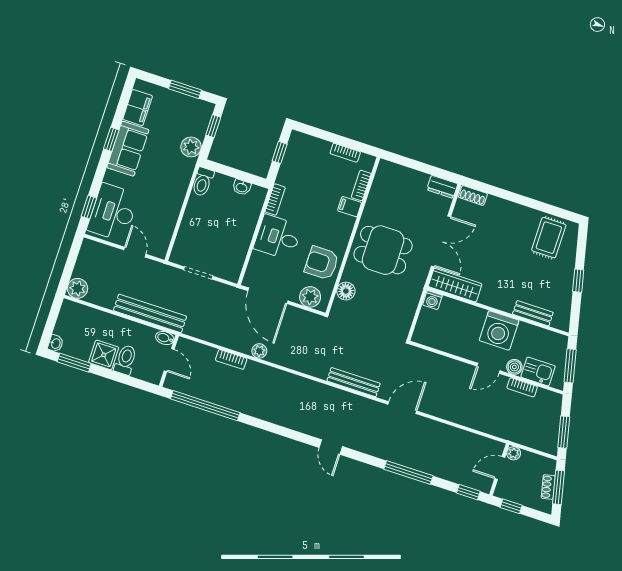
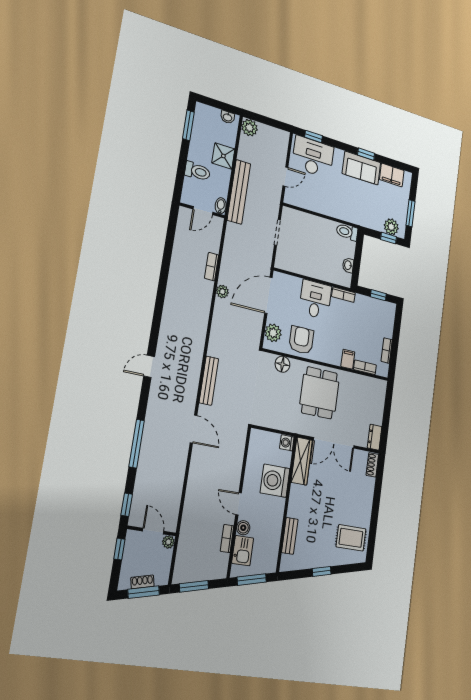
plant: (191, 147) -> (391, 227), moved
washing machine: (499, 330) -> (275, 481), moved
washbasin: (56, 343) -> (228, 117), moved
shower: (104, 355) -> (223, 156), moved
window: (205, 406) -> (169, 246), removed

